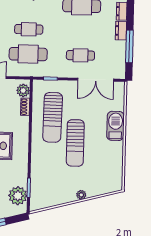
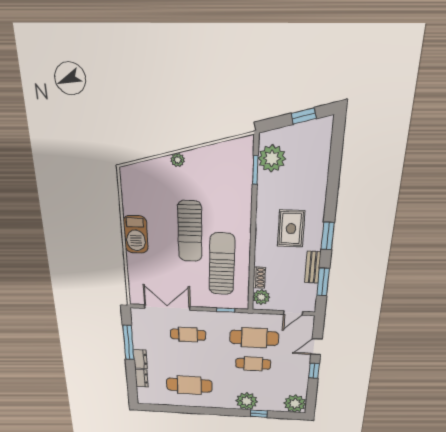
barbecue: (115, 126) -> (136, 234), moved
sun lounger: (75, 143) -> (190, 231), turned 180

